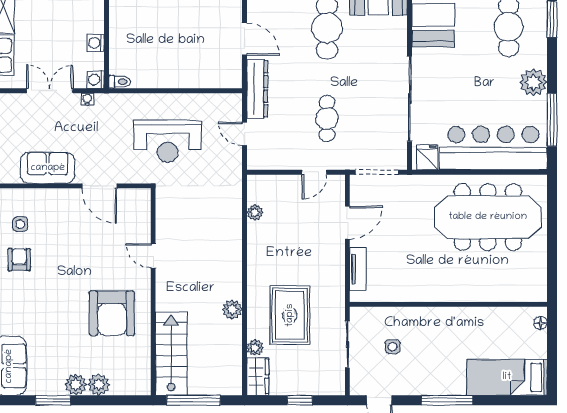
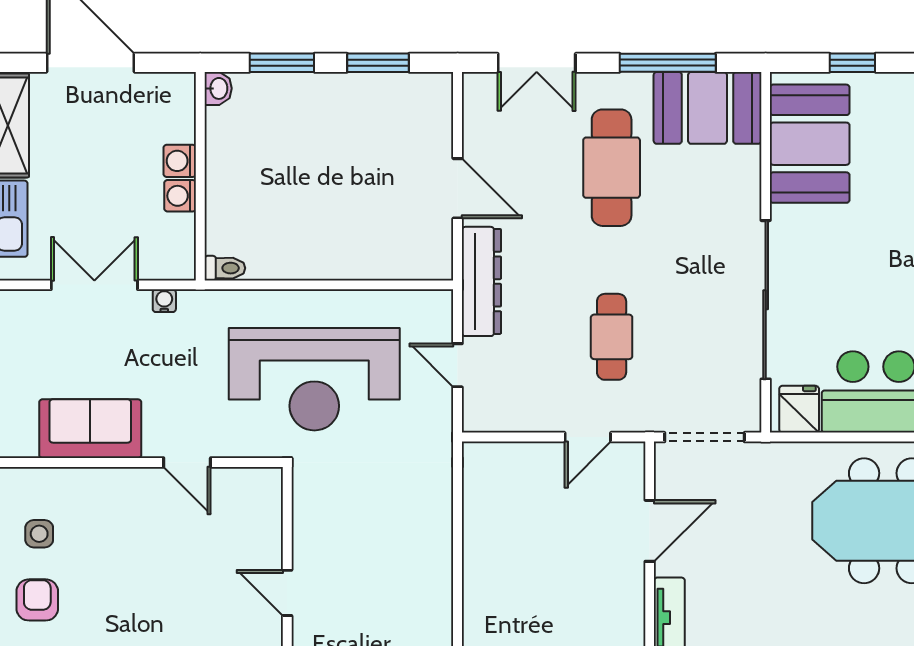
washing machine: (96, 80) -> (180, 161), moved
reception desk: (168, 141) -> (314, 379), width x1.36, depth x1.30
door: (99, 186) -> (187, 462), width x0.73
plant: (255, 212) -> (477, 512), removed

